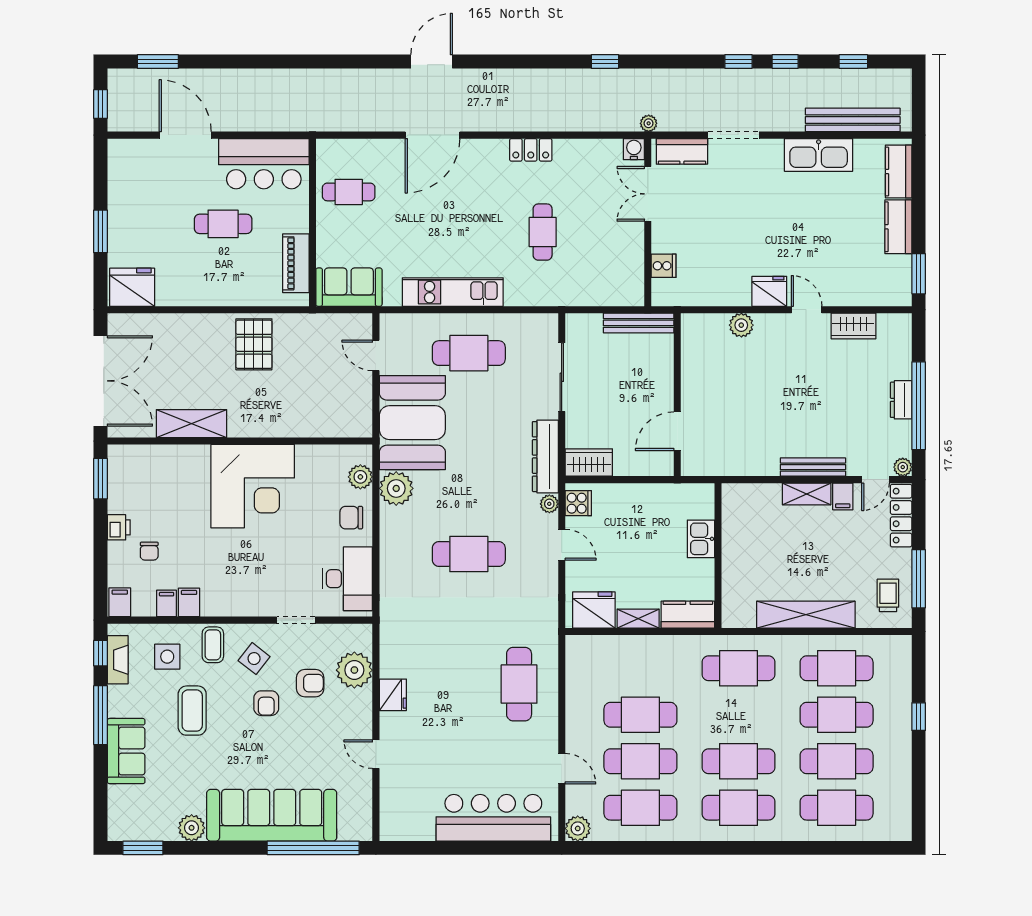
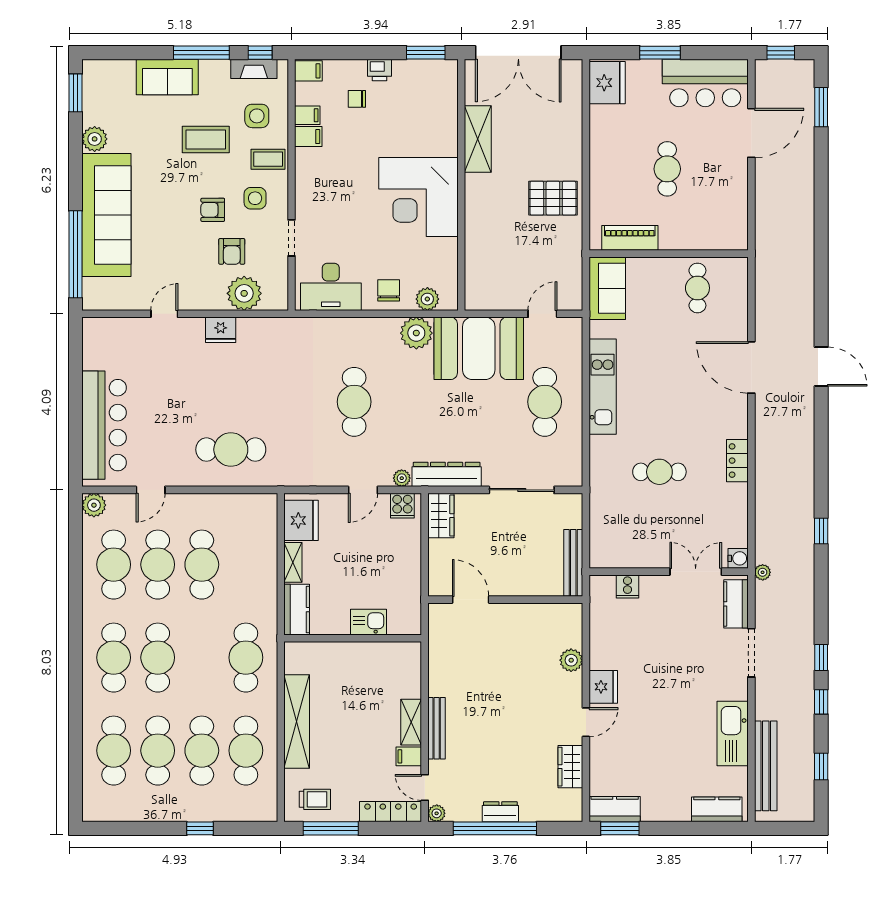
bar counter: (264, 164) -> (705, 83), moved, turned -90
kitchen counter: (898, 227) -> (615, 809), moved
side table: (254, 659) -> (255, 198), turned -38

